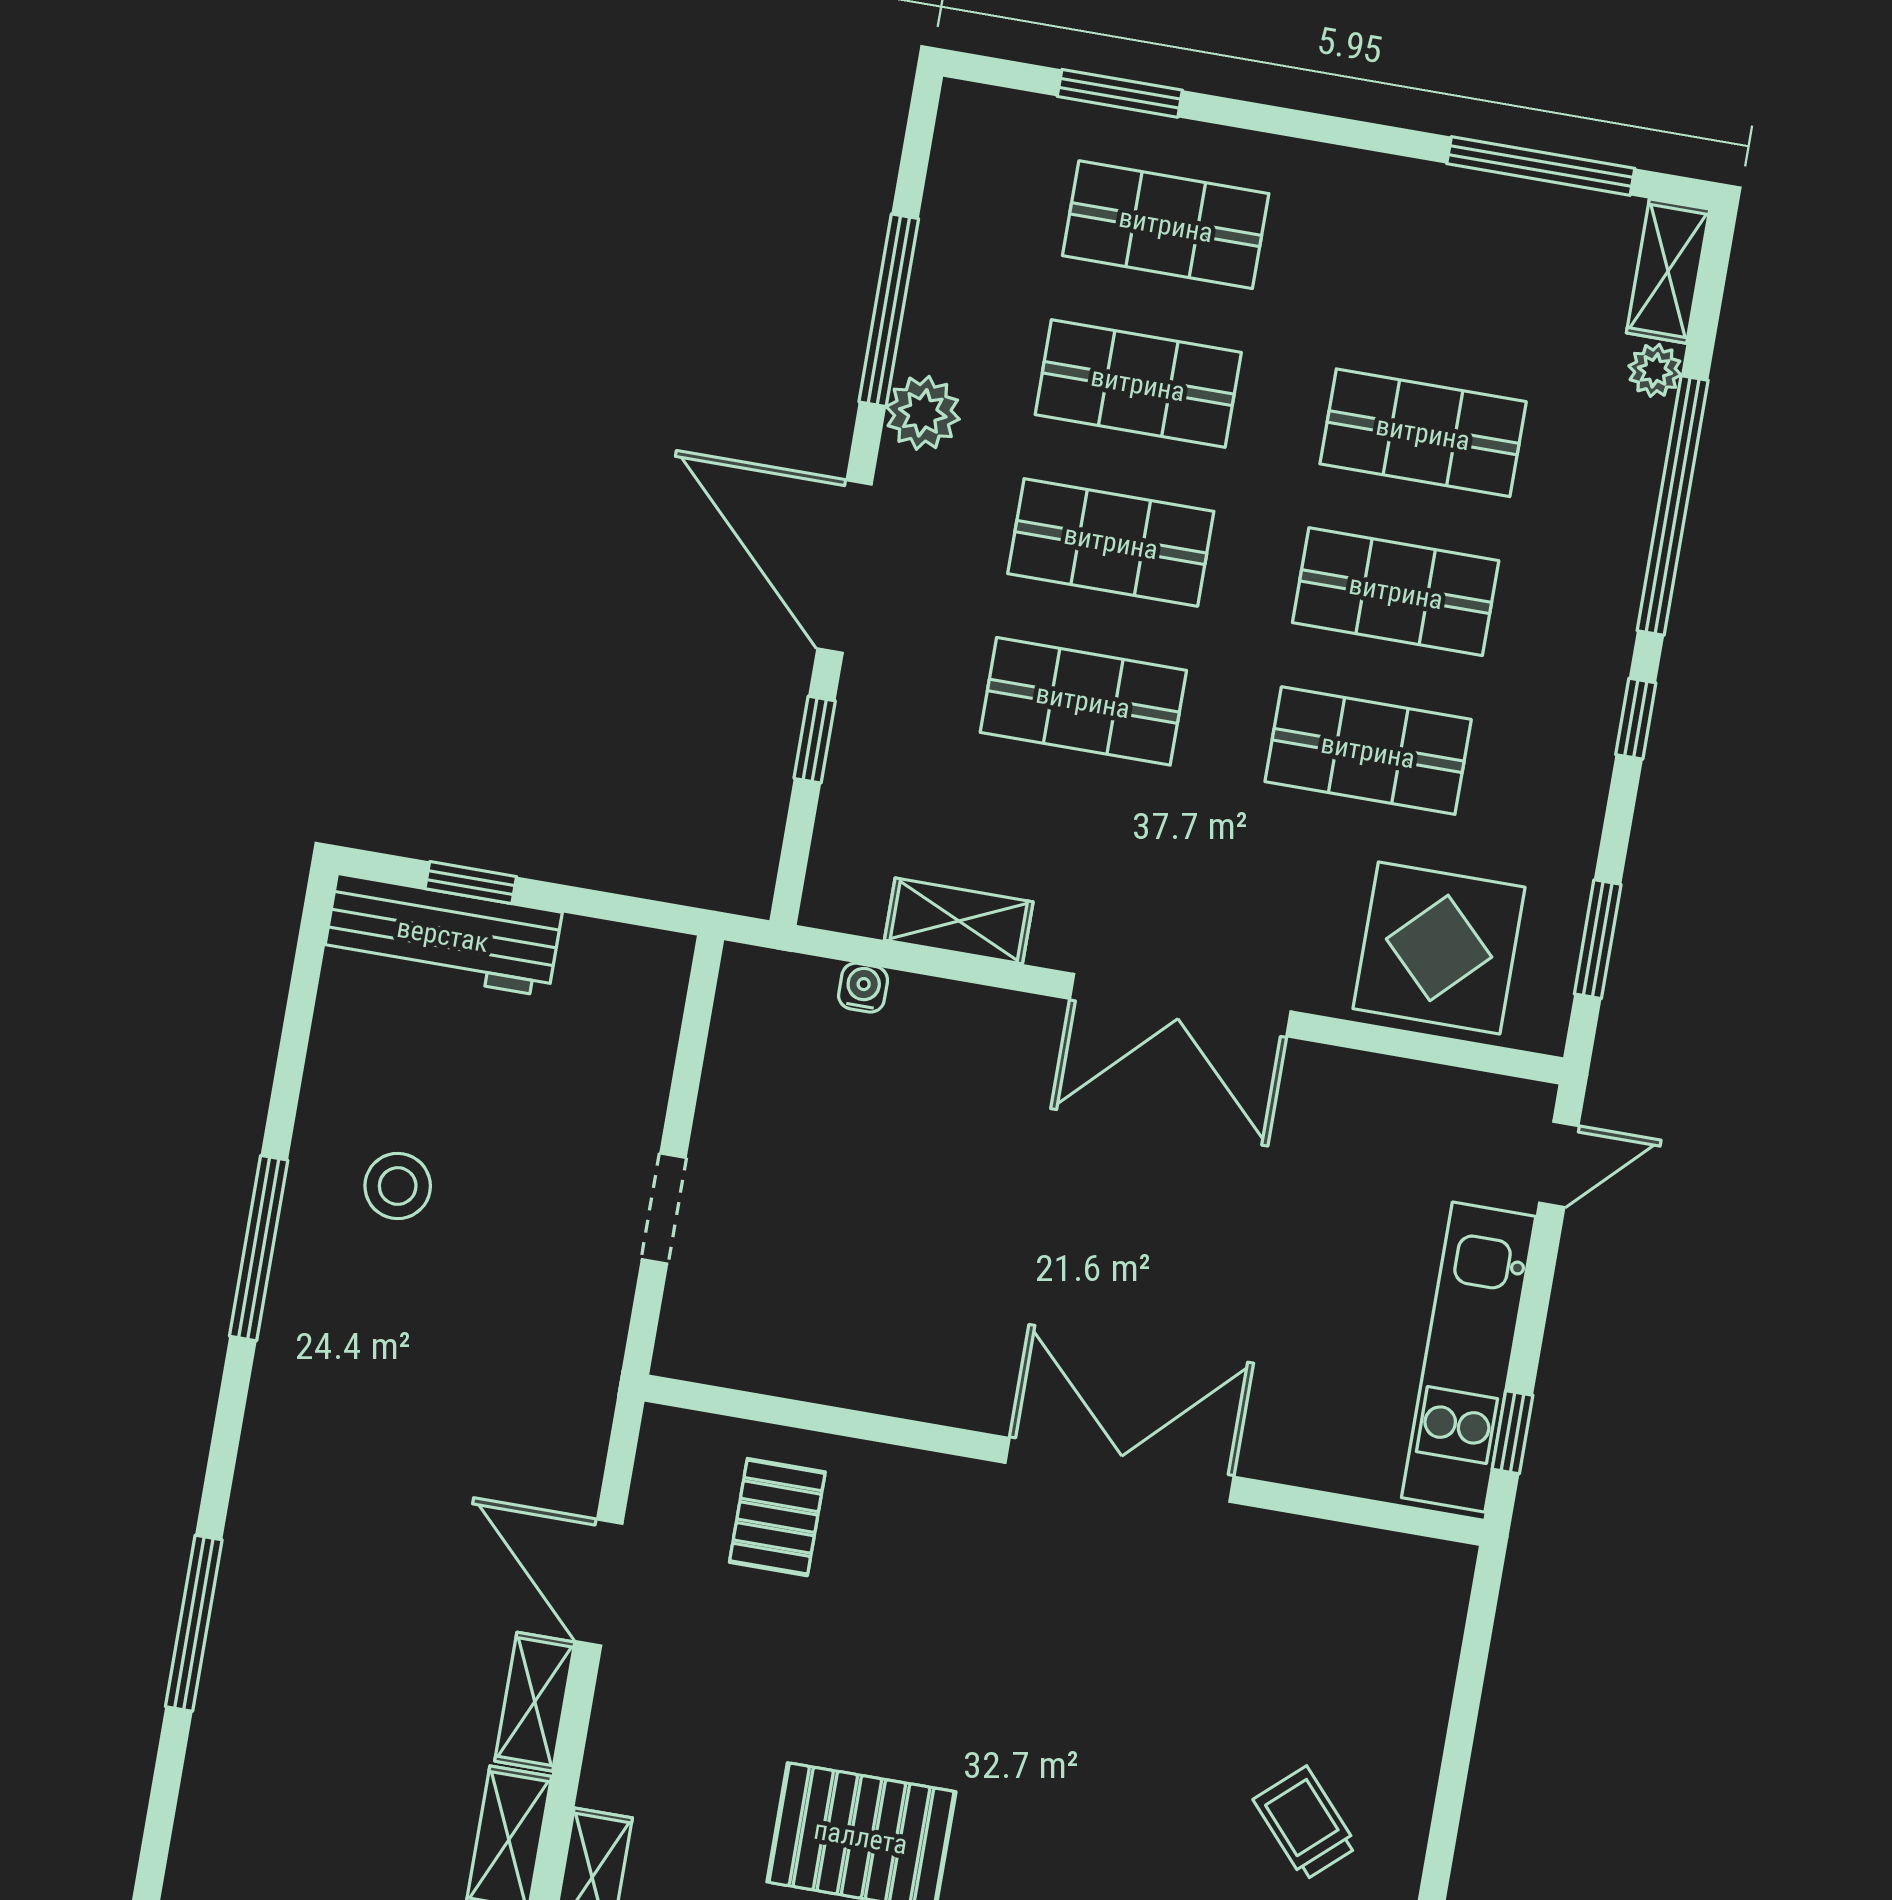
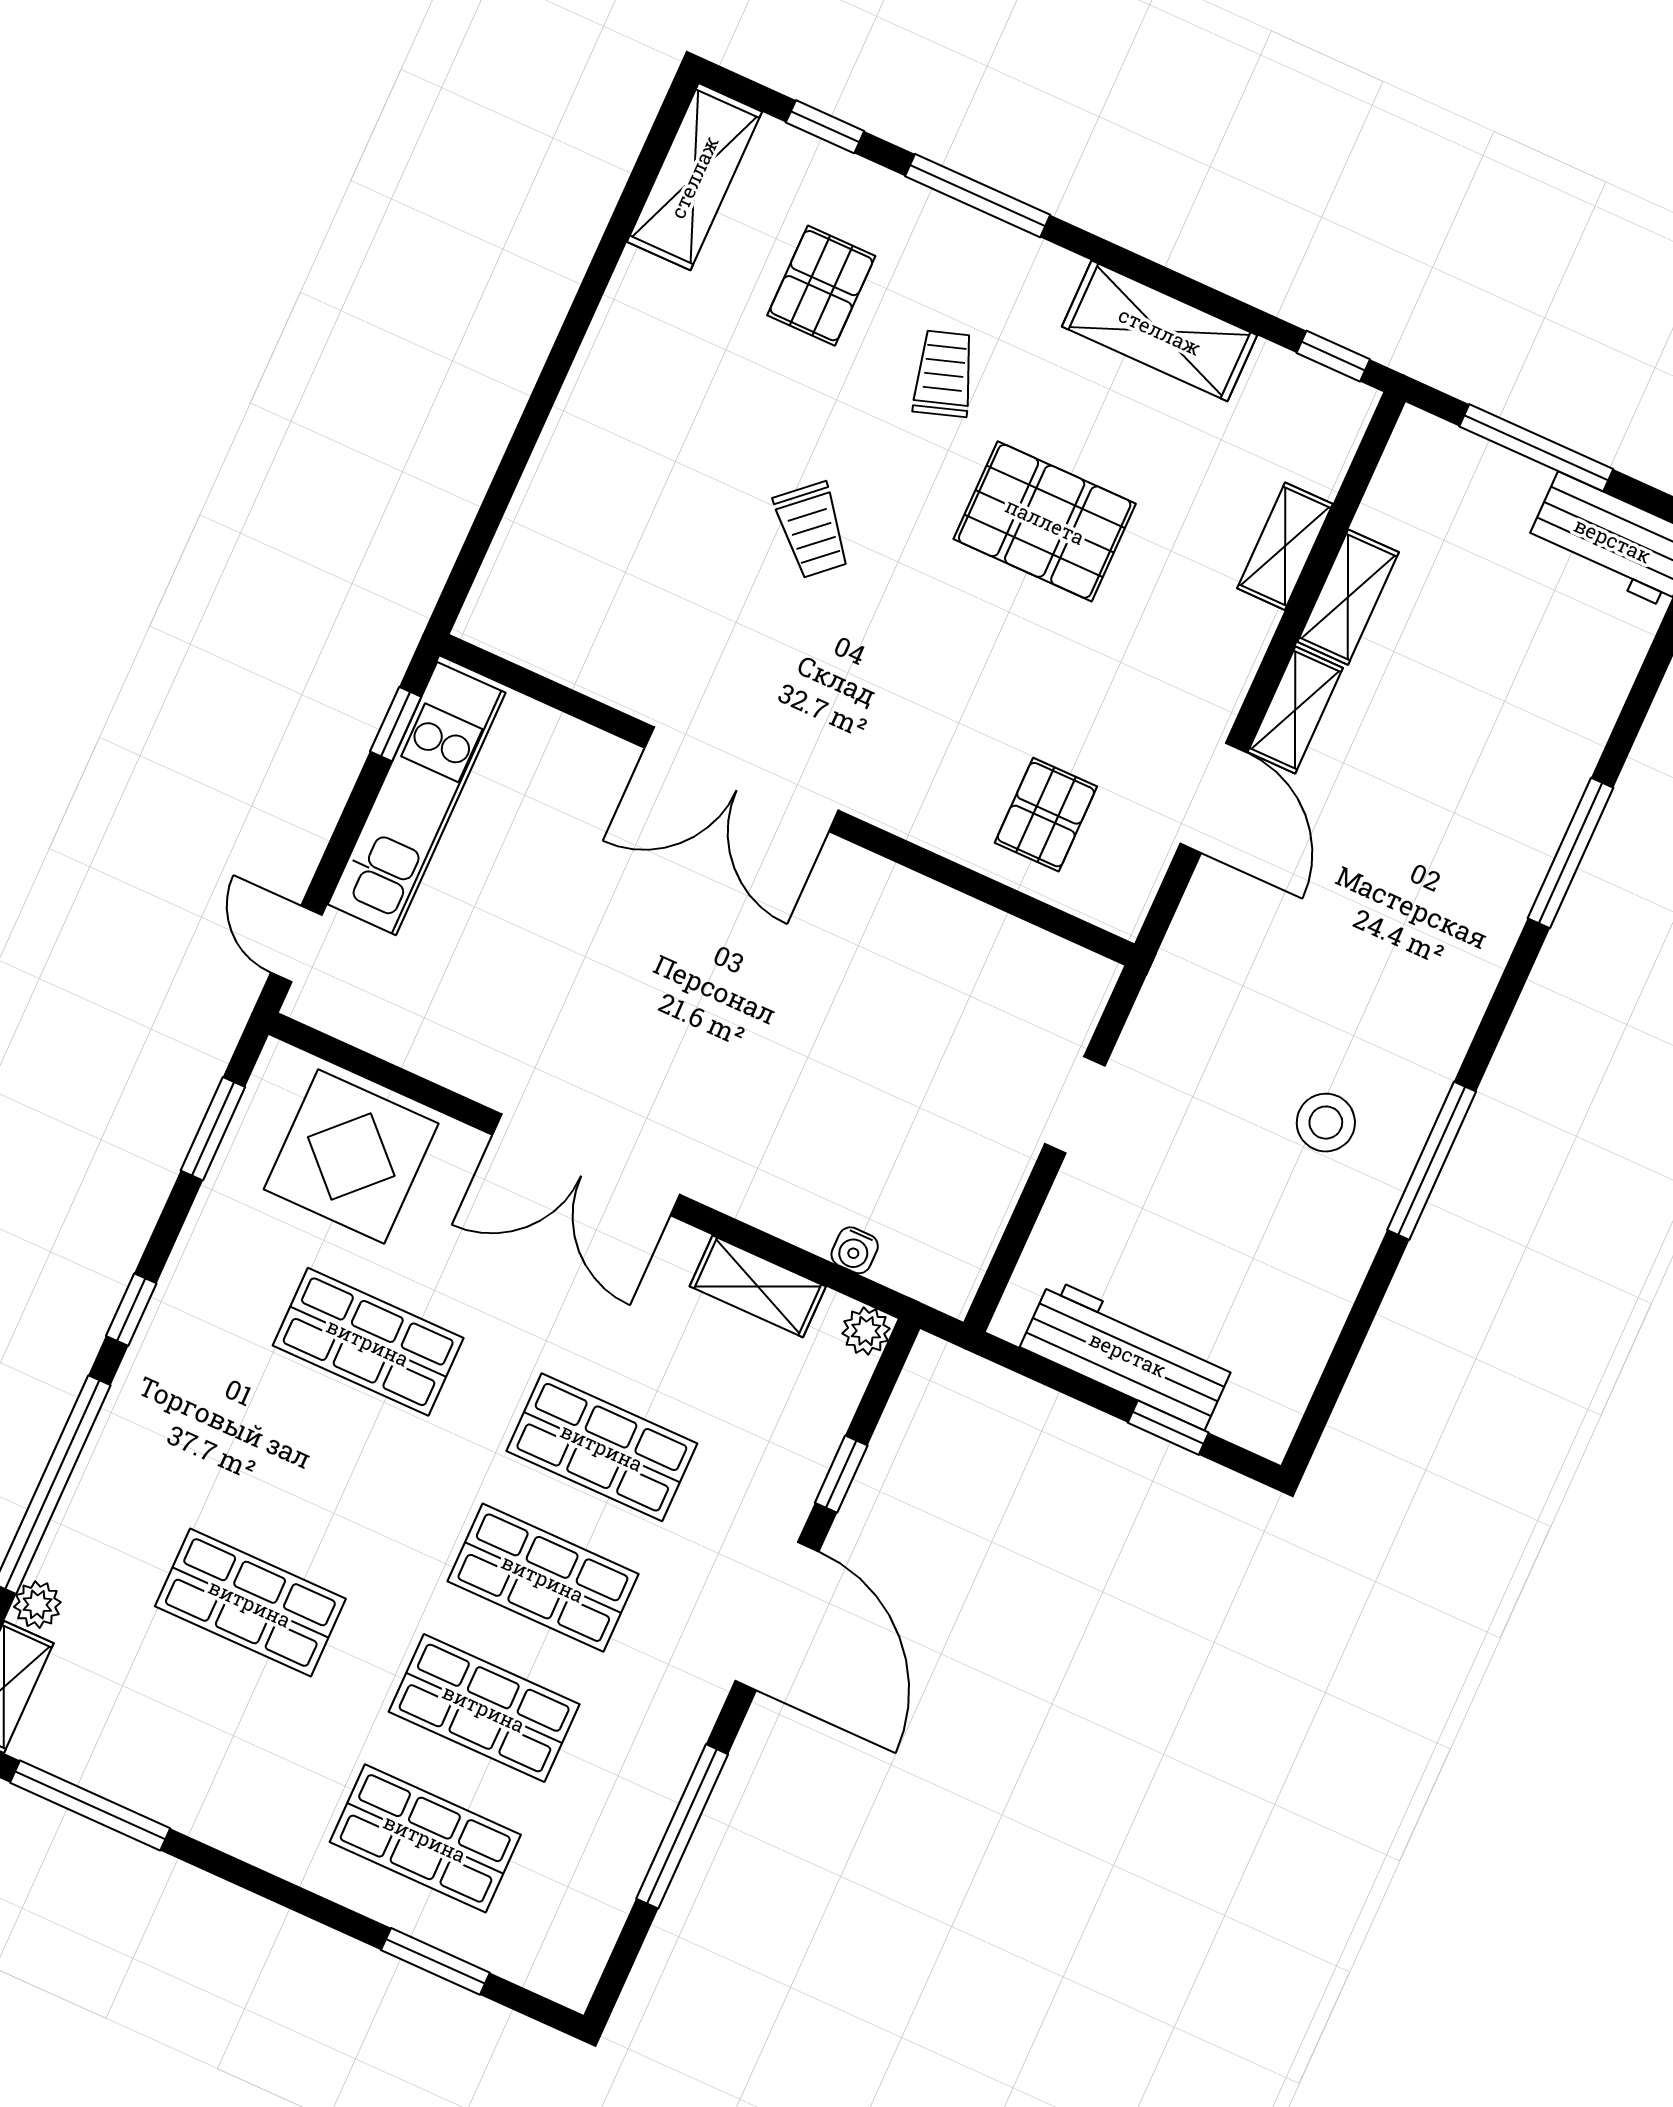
plant: (923, 413) -> (866, 1331), moved, width x0.73, depth x0.73
shop shelf: (1396, 592) -> (309, 1472), removed
workbench: (443, 935) -> (1128, 1354), moved
double door: (1180, 1005) -> (586, 1165), swing flipped
door: (1559, 1164) -> (296, 944), hinge flipped
stool: (398, 1186) -> (1326, 1123), moved
trolley: (1305, 1823) -> (812, 530), moved

